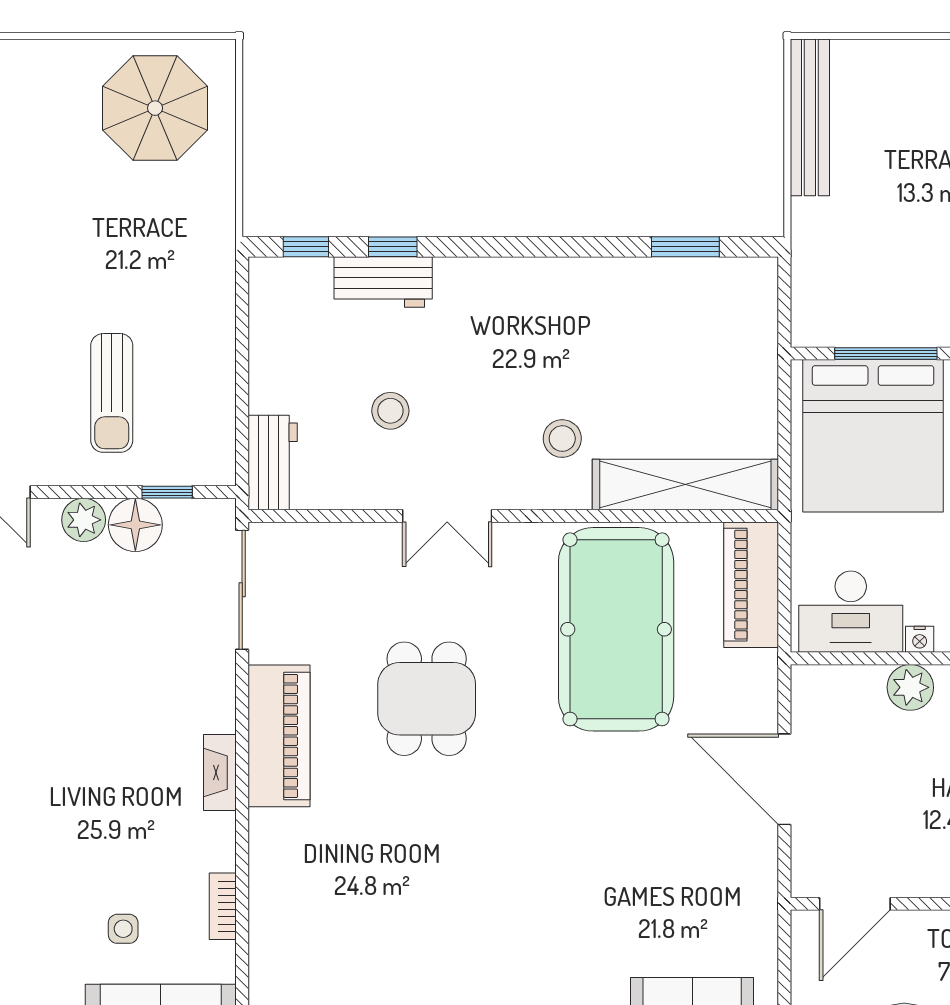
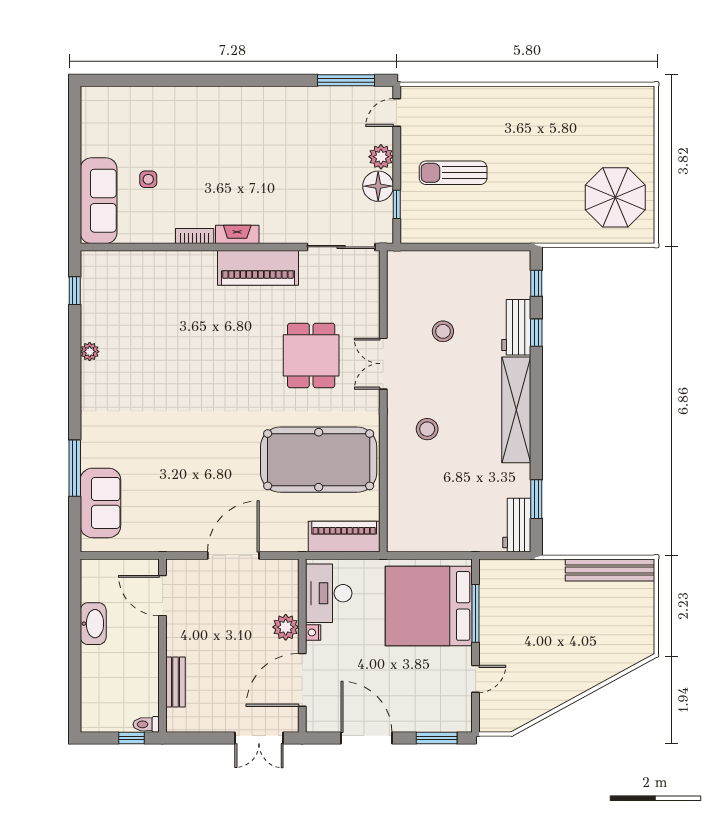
workbench: (273, 463) -> (517, 525), moved, turned 90
shelving: (685, 485) -> (516, 410), moved
dining table: (427, 699) -> (311, 355), moved, turned 90
bookcase: (223, 906) -> (195, 236), moved

